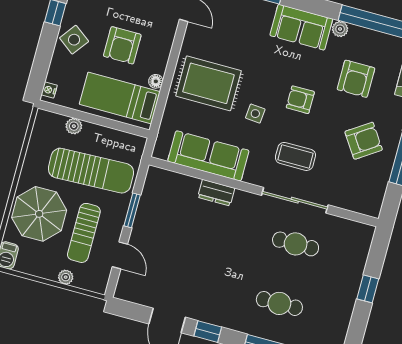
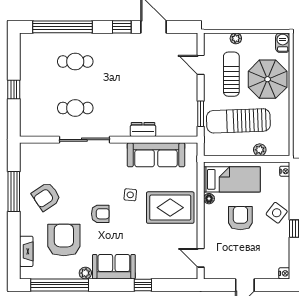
armchair: (356, 79) -> (64, 240), width x1.36, depth x1.36
coffee table: (295, 156) -> (93, 172), removed
window: (132, 210) -> (201, 114), moved

